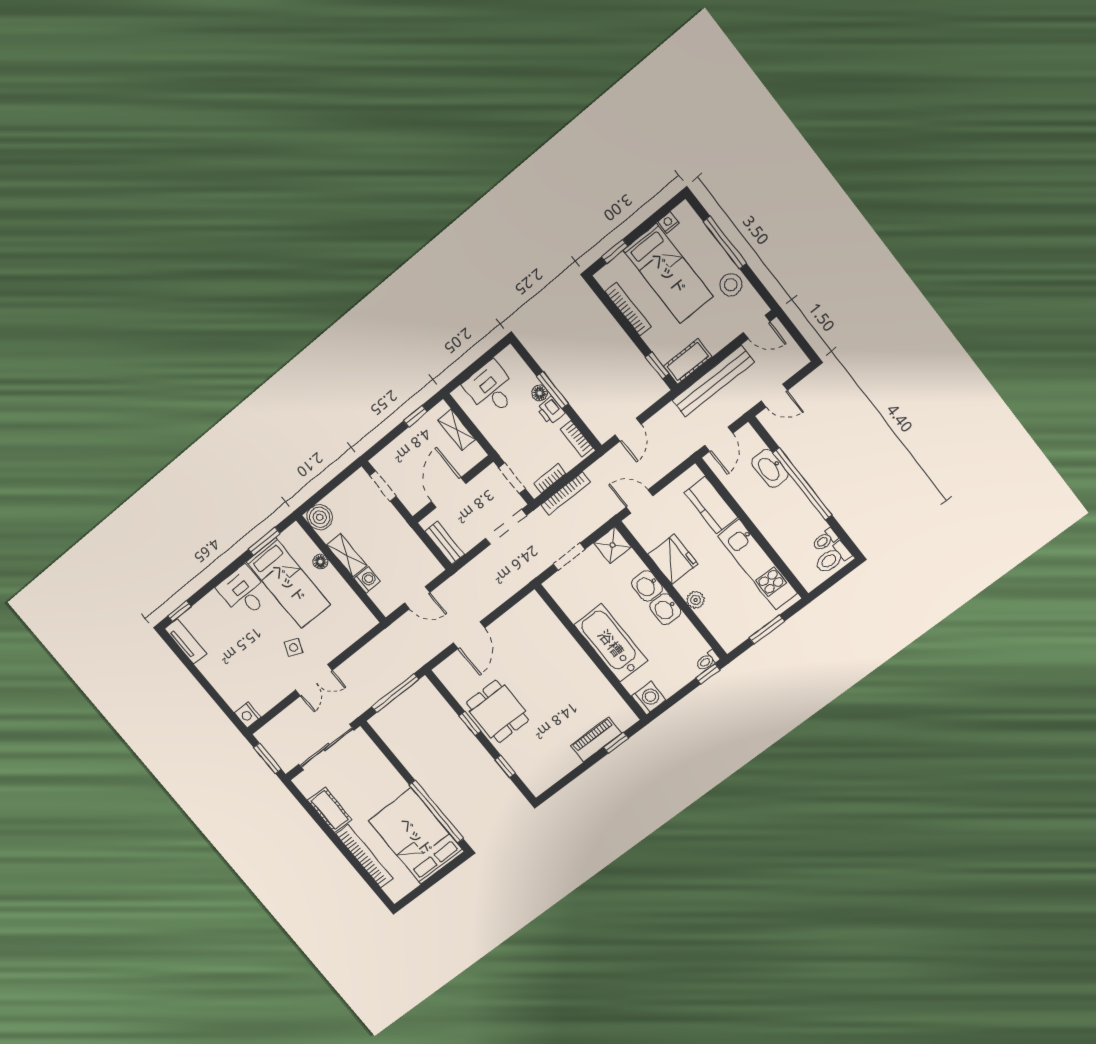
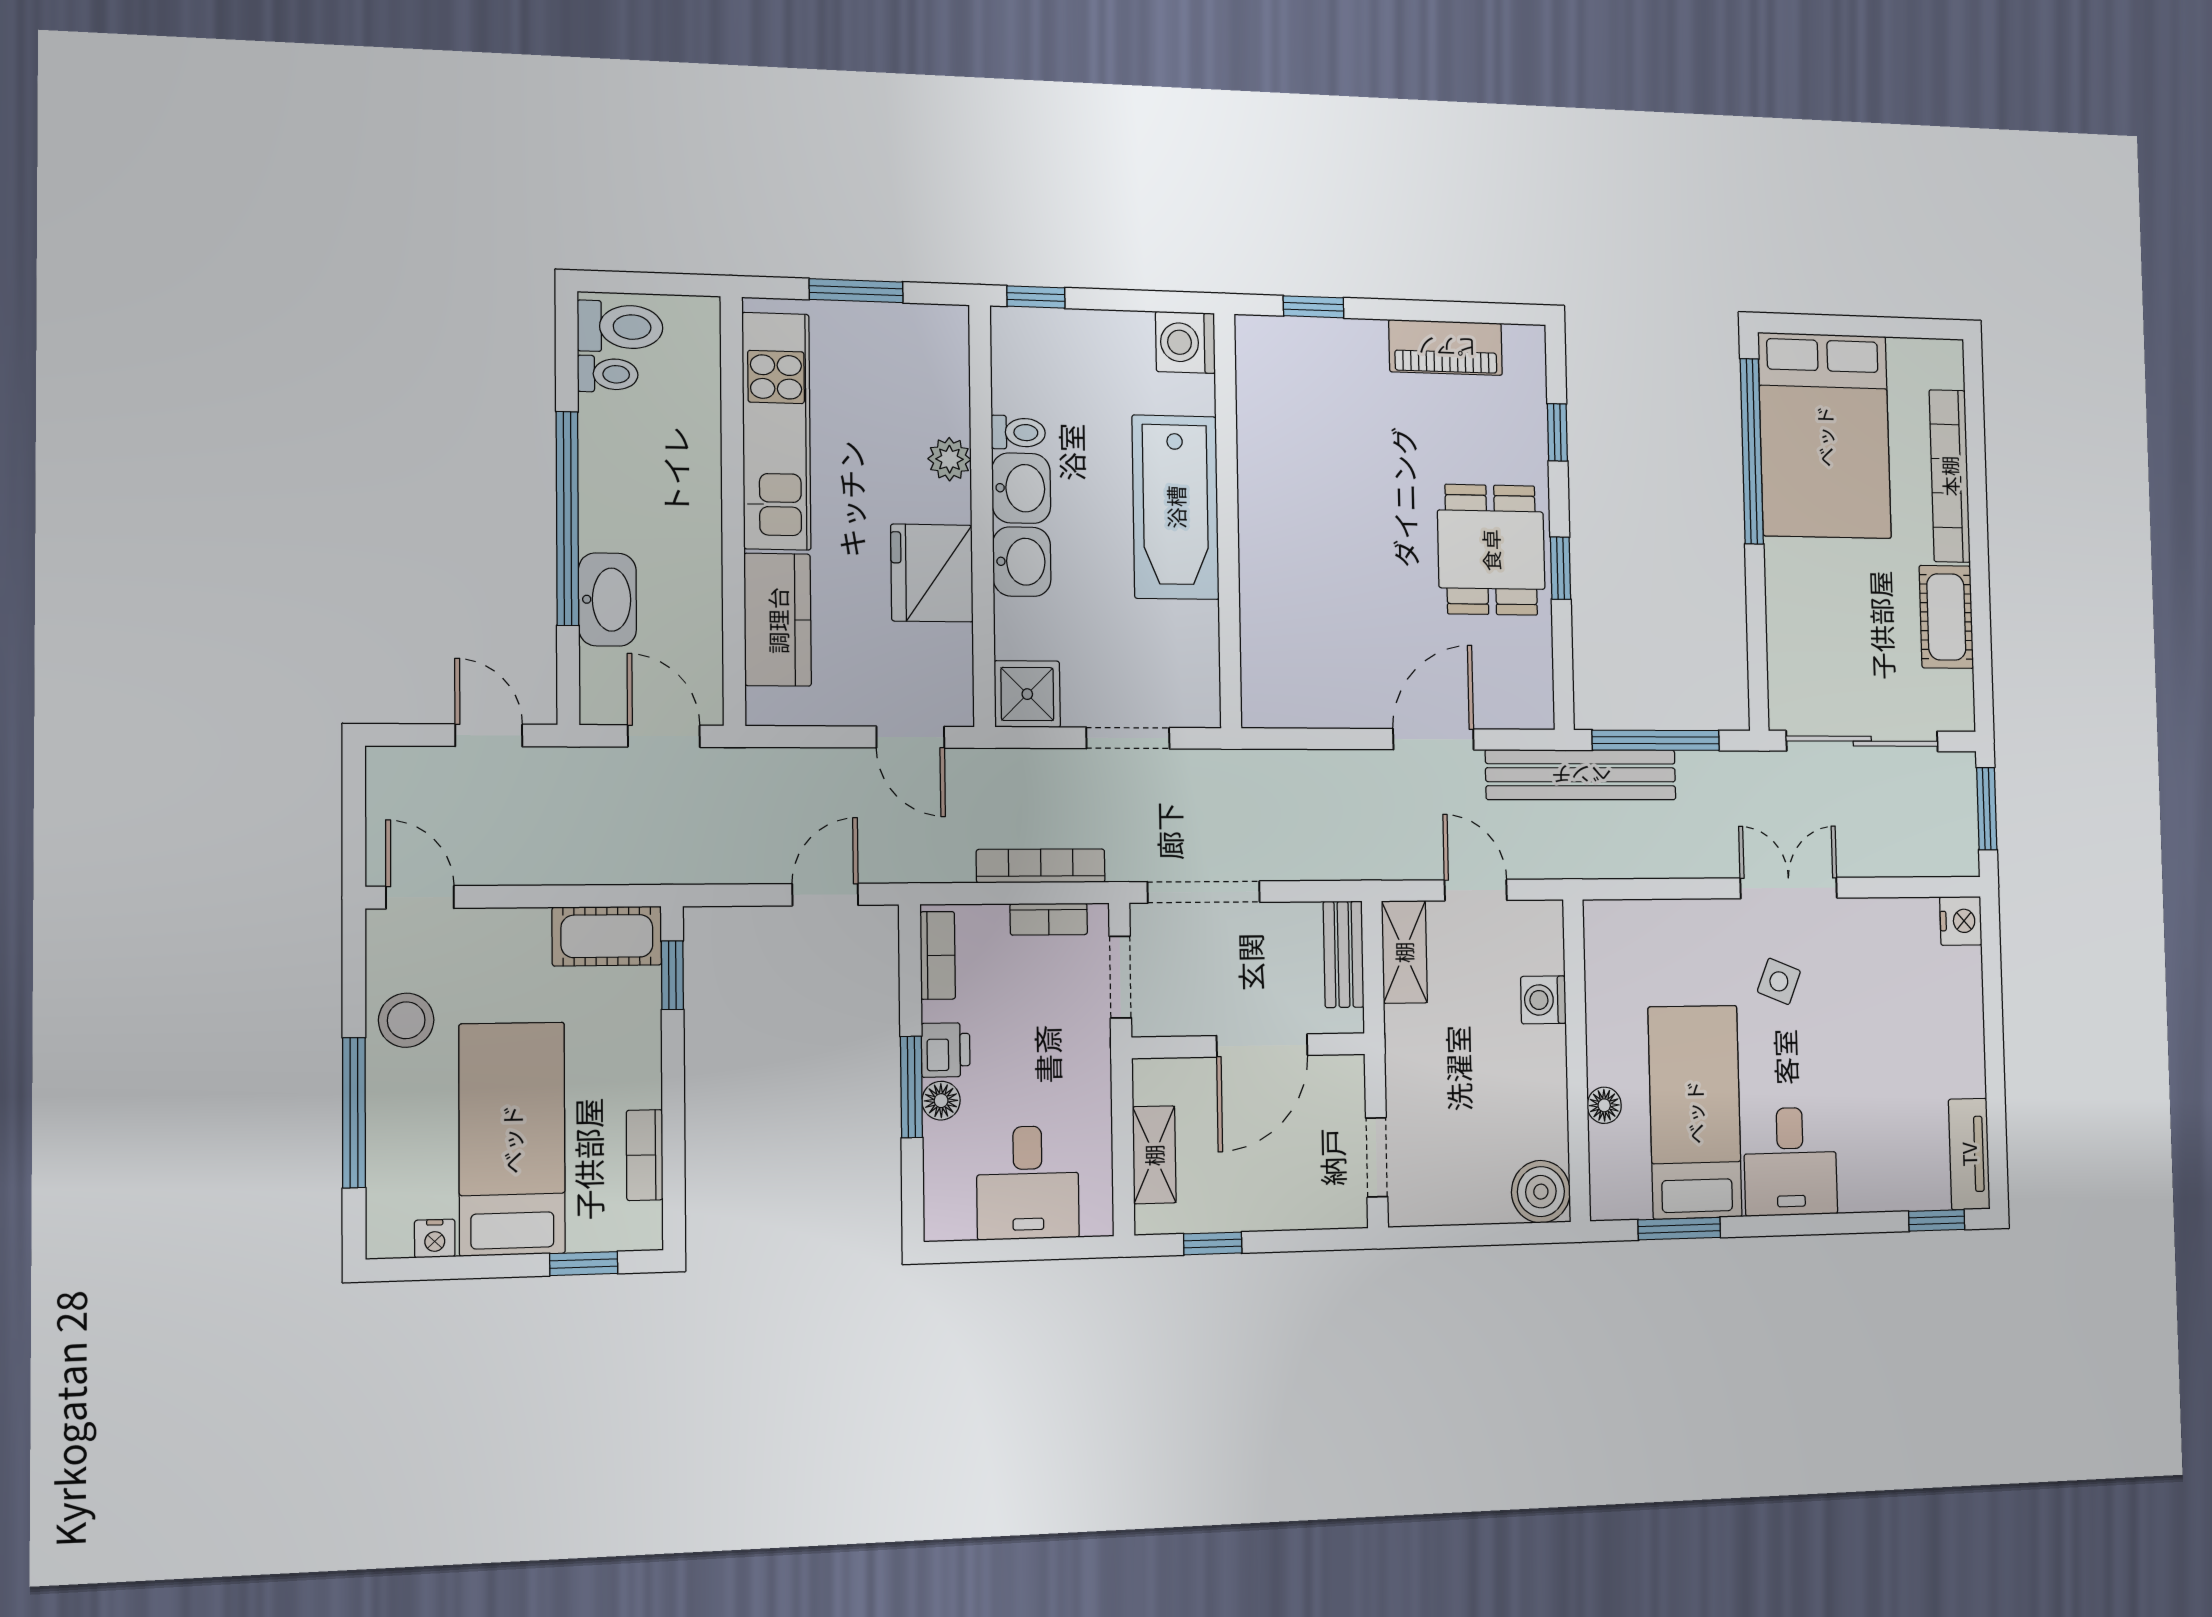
bookcase: (628, 309) -> (645, 1155), width x0.64
bench: (713, 381) -> (1581, 775), moved
door: (719, 439) -> (664, 736), hinge flipped
shelving: (347, 555) -> (1404, 952), moved
toilet: (707, 661) -> (1018, 432), moved
piano: (596, 739) -> (1446, 347), moved

